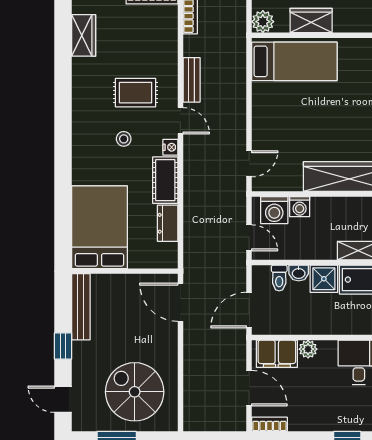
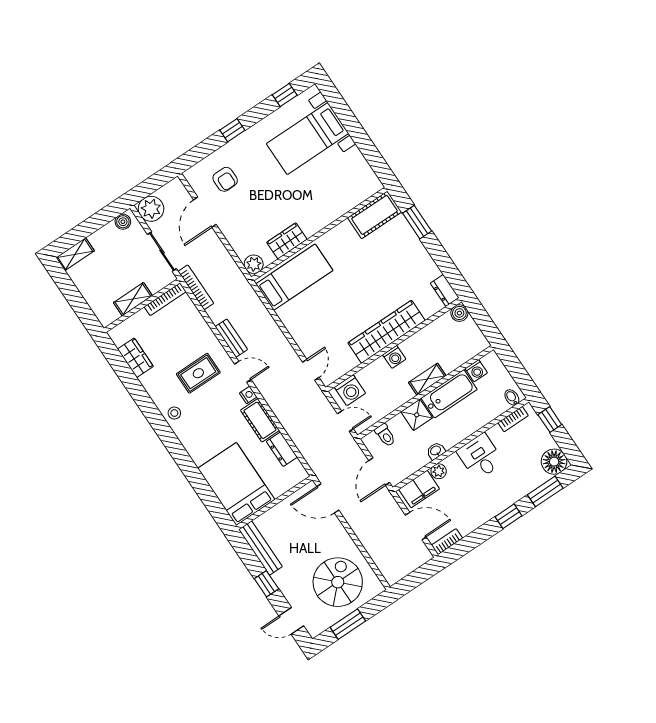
stool: (124, 139) -> (174, 413), moved
washing machine: (300, 207) -> (394, 357), moved
washbasin: (299, 273) -> (436, 451), moved, turned 180
spiral stairs: (135, 392) -> (338, 582), turned 90

